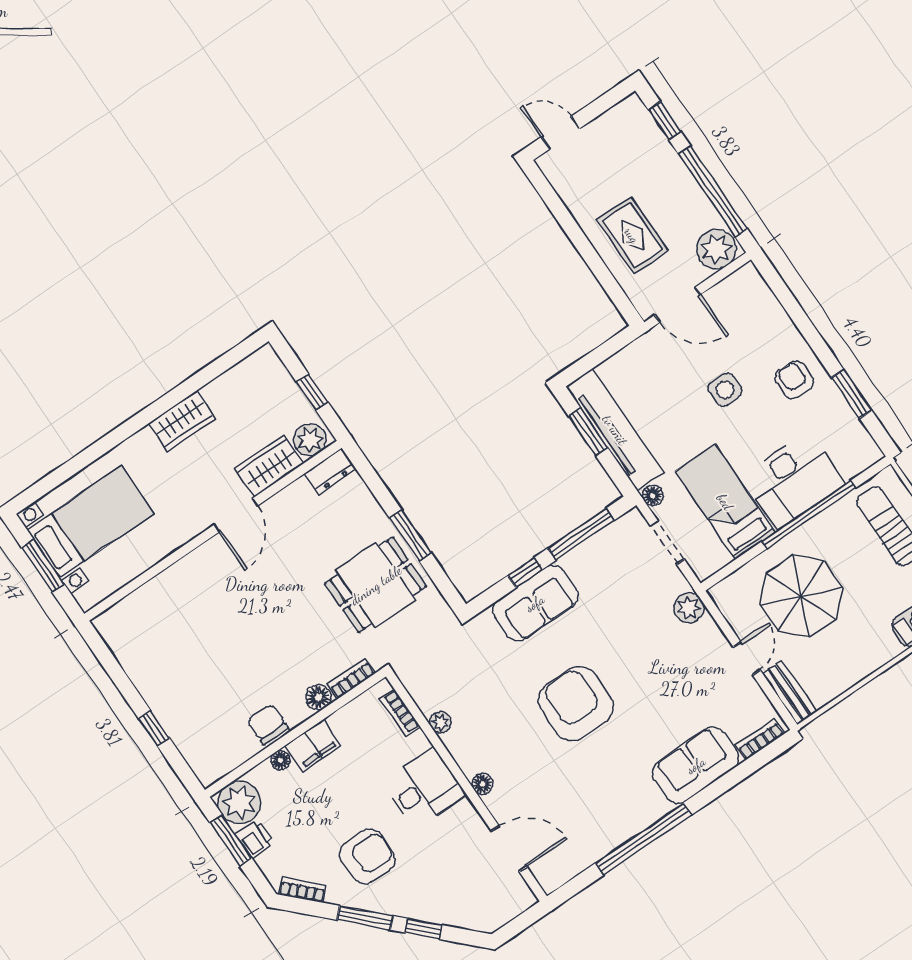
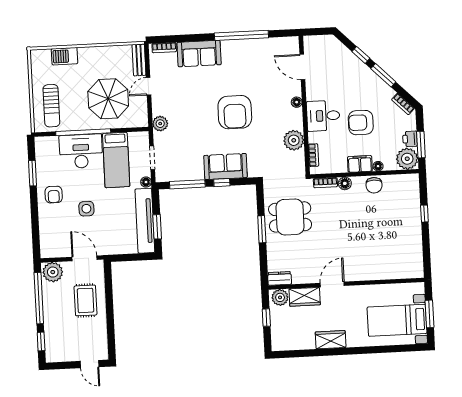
plant: (440, 722) -> (294, 140), width x1.87, depth x1.87
armchair: (367, 856) -> (361, 123), moved

